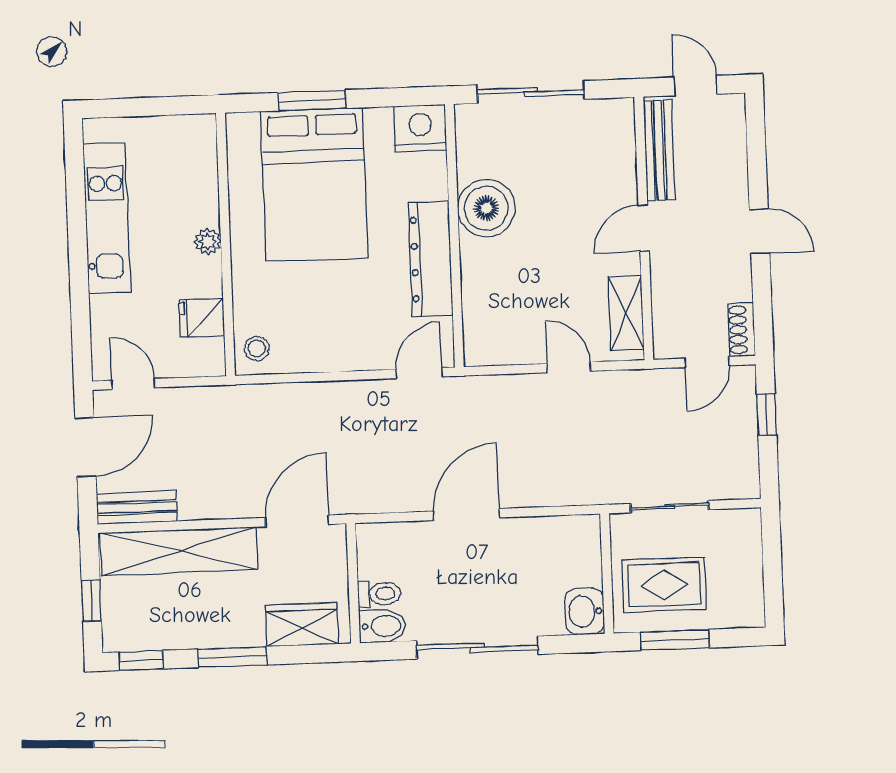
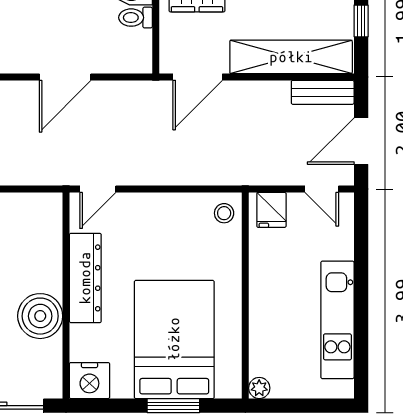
plant: (208, 242) -> (259, 388), moved
fridge: (202, 318) -> (271, 210), moved, turned 90

